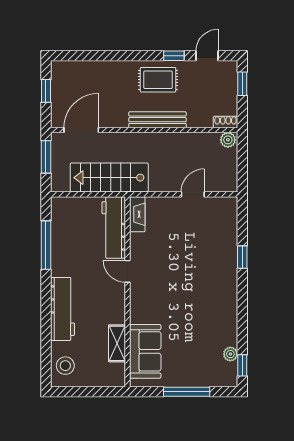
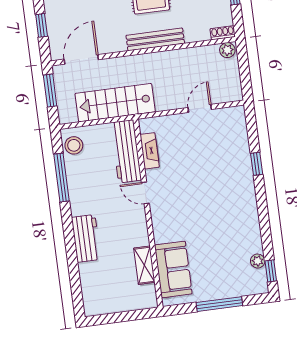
fireplace: (137, 214) -> (150, 151), moved
workbench: (62, 309) -> (86, 238), width x0.73
stool: (65, 366) -> (74, 145), moved

